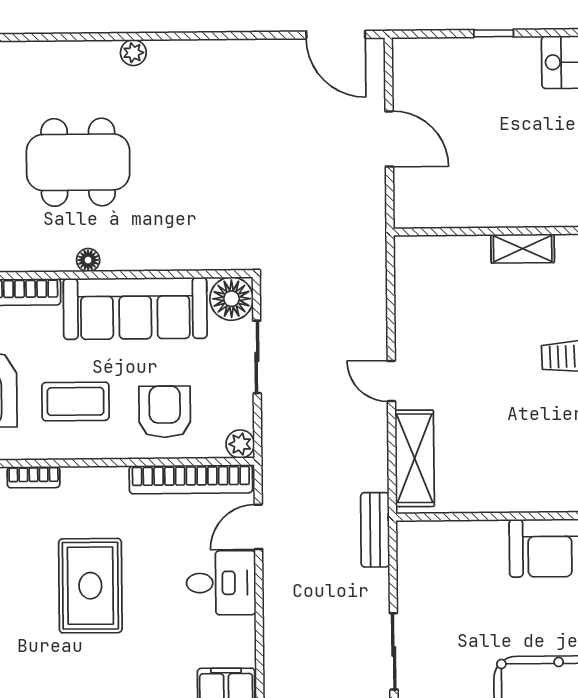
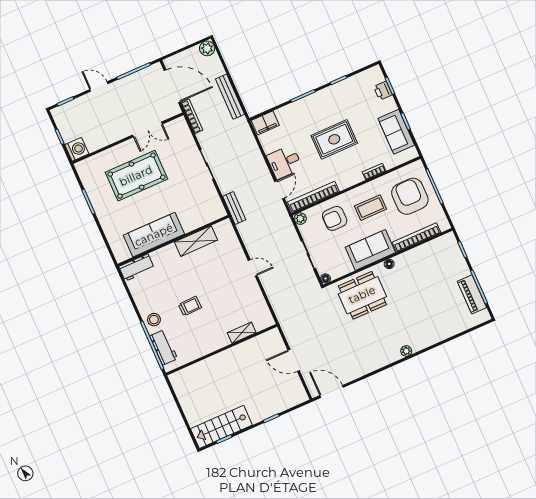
dining table: (78, 162) -> (362, 295), moved
shelving: (523, 249) -> (242, 333), moved
floor lamp: (231, 299) -> (326, 278), width x0.53, depth x0.53
sofa: (135, 308) -> (370, 250), width x0.73
armchair: (165, 412) -> (335, 218), turned 90
shelving: (415, 458) -> (196, 241), moved, turned 90
rug: (90, 586) -> (334, 139), turned 90

